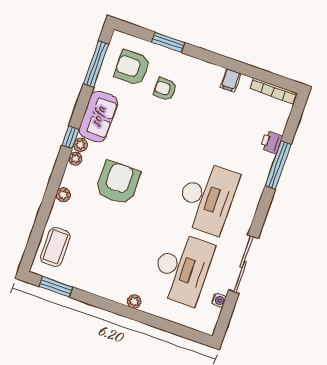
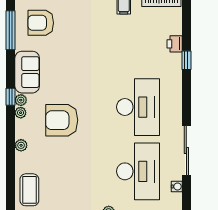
armchair: (165, 89) -> (73, 31), removed
window: (278, 165) -> (186, 60), width x0.46
armchair: (118, 183) -> (62, 120), turned -90

